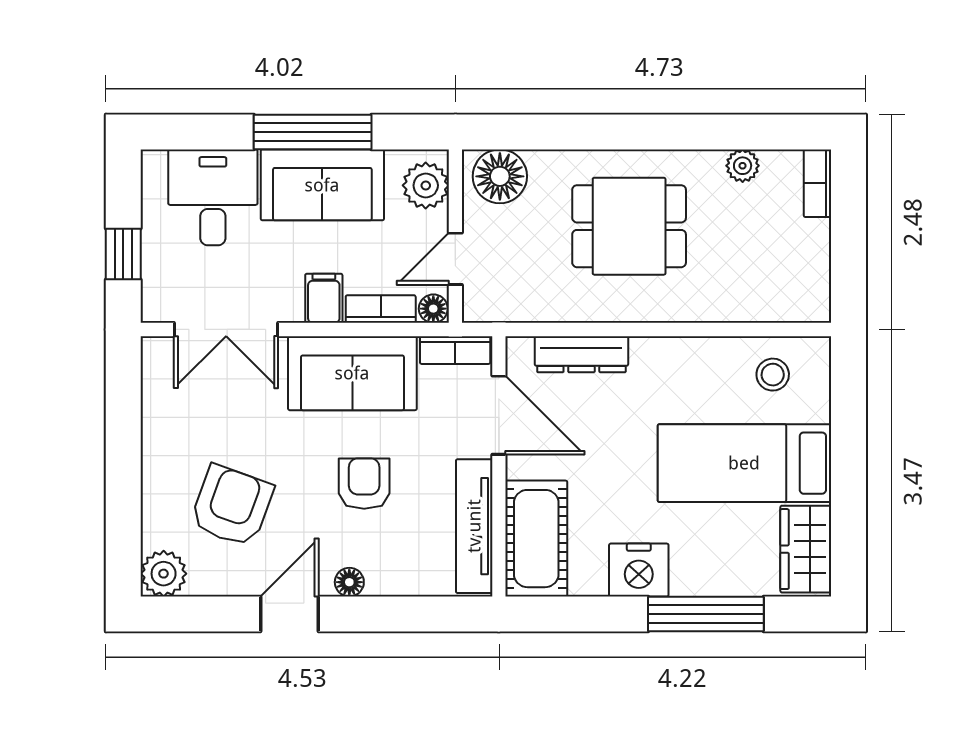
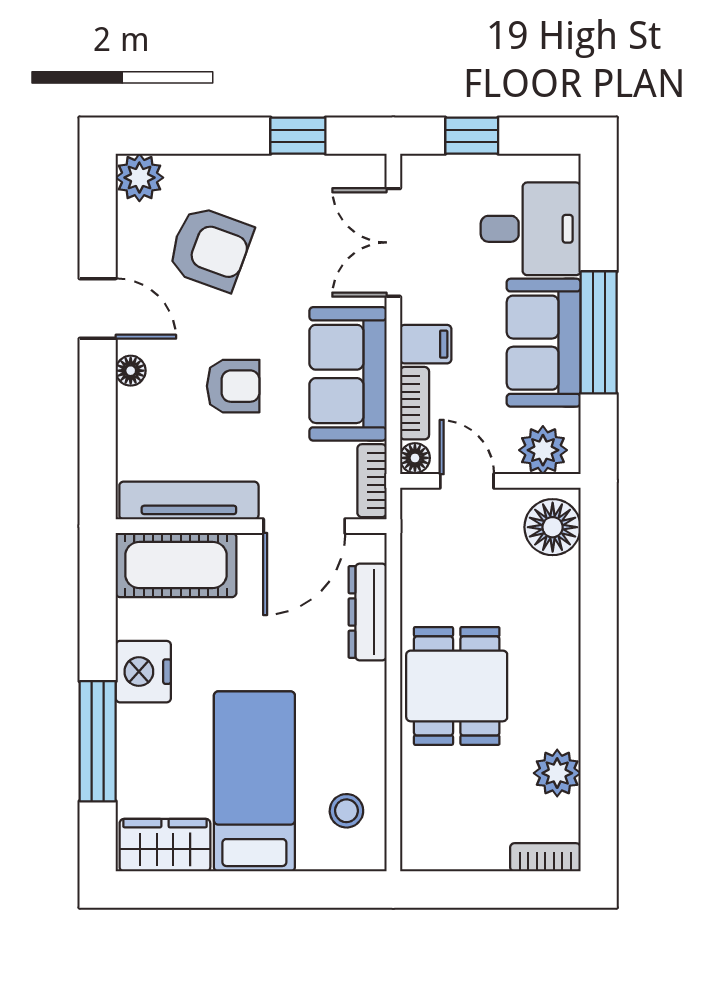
plant: (743, 166) -> (557, 773), width x1.38, depth x1.38
dining table: (629, 226) -> (457, 686), moved
window: (123, 421) -> (298, 136), added

